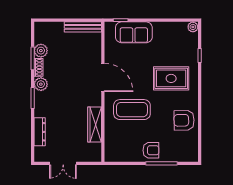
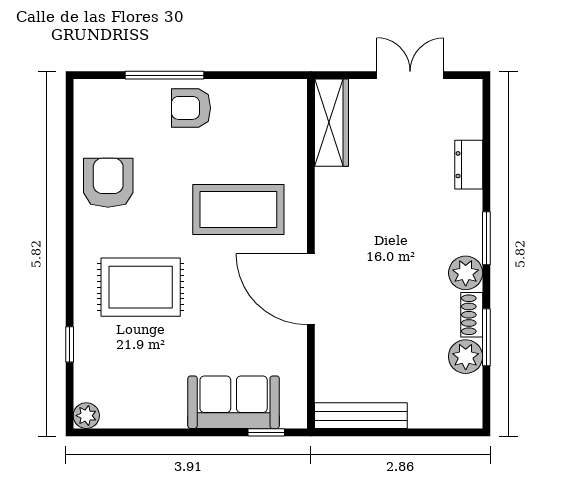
armchair: (184, 120) -> (108, 183), turned -89
wardrobe: (95, 125) -> (332, 123), moved
dresser: (40, 132) -> (469, 165), width x0.70

